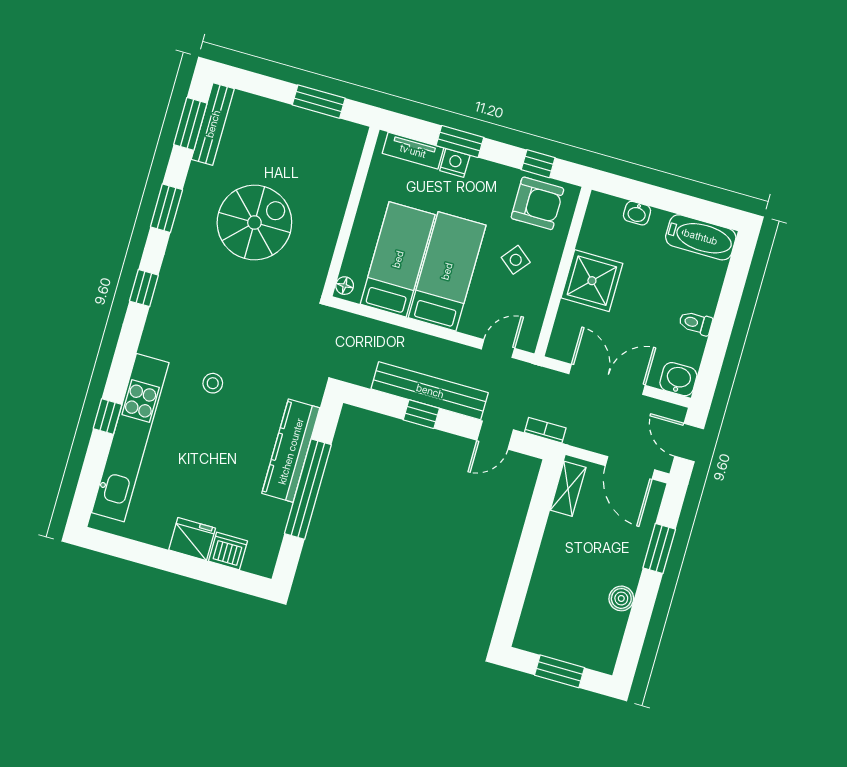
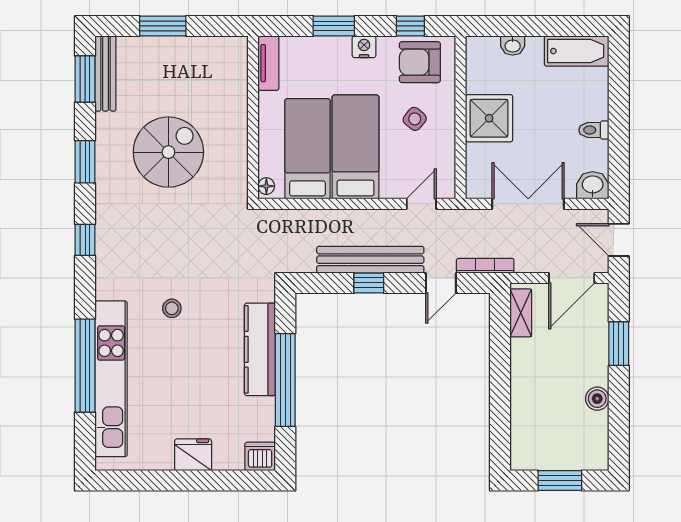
window: (319, 102) -> (163, 26), moved
tv unit: (413, 151) -> (268, 63), moved, turned -90
nightstand: (455, 163) -> (364, 47), moved
armchair: (537, 203) -> (420, 62), turned 180
window: (108, 417) -> (85, 366), width x3.17
bookcase: (545, 430) -> (485, 266), width x1.56
door: (630, 468) -> (572, 278), hinge flipped
dishwasher: (228, 551) -> (260, 456), moved

